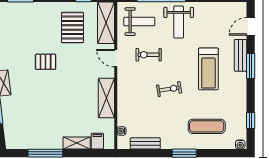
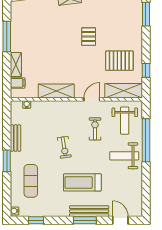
bench: (240, 55) -> (89, 211), width x1.36
bench: (145, 143) -> (16, 138), moved

